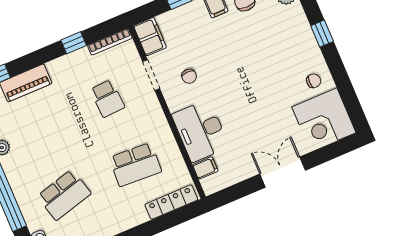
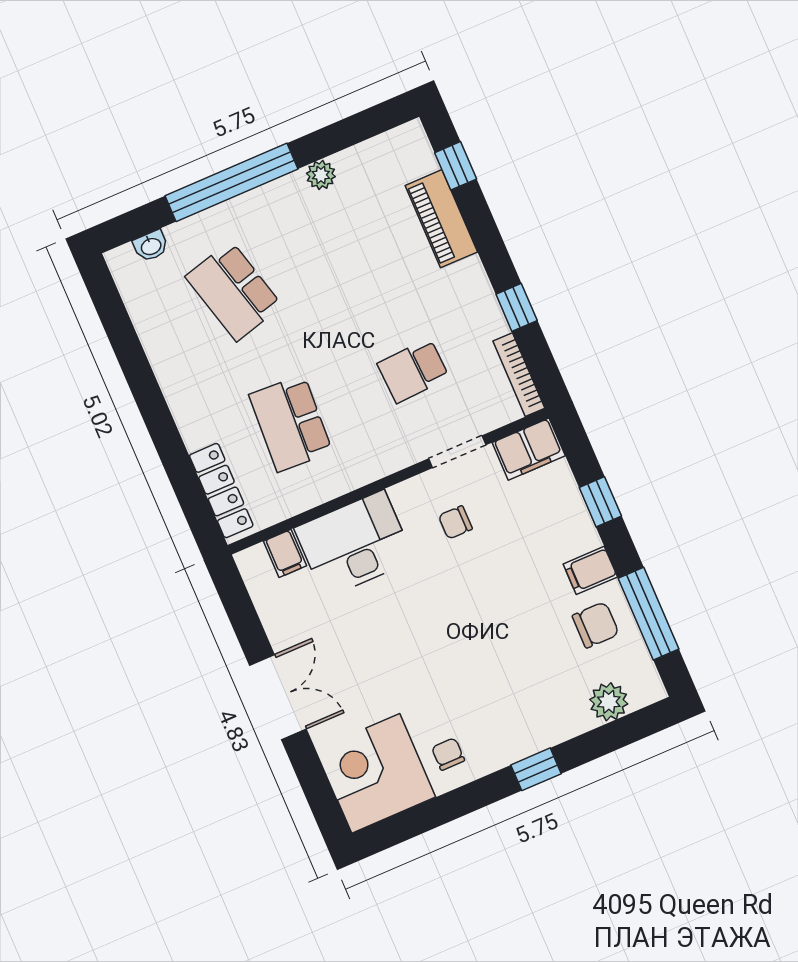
chair: (314, 81) -> (448, 754), turned 180

